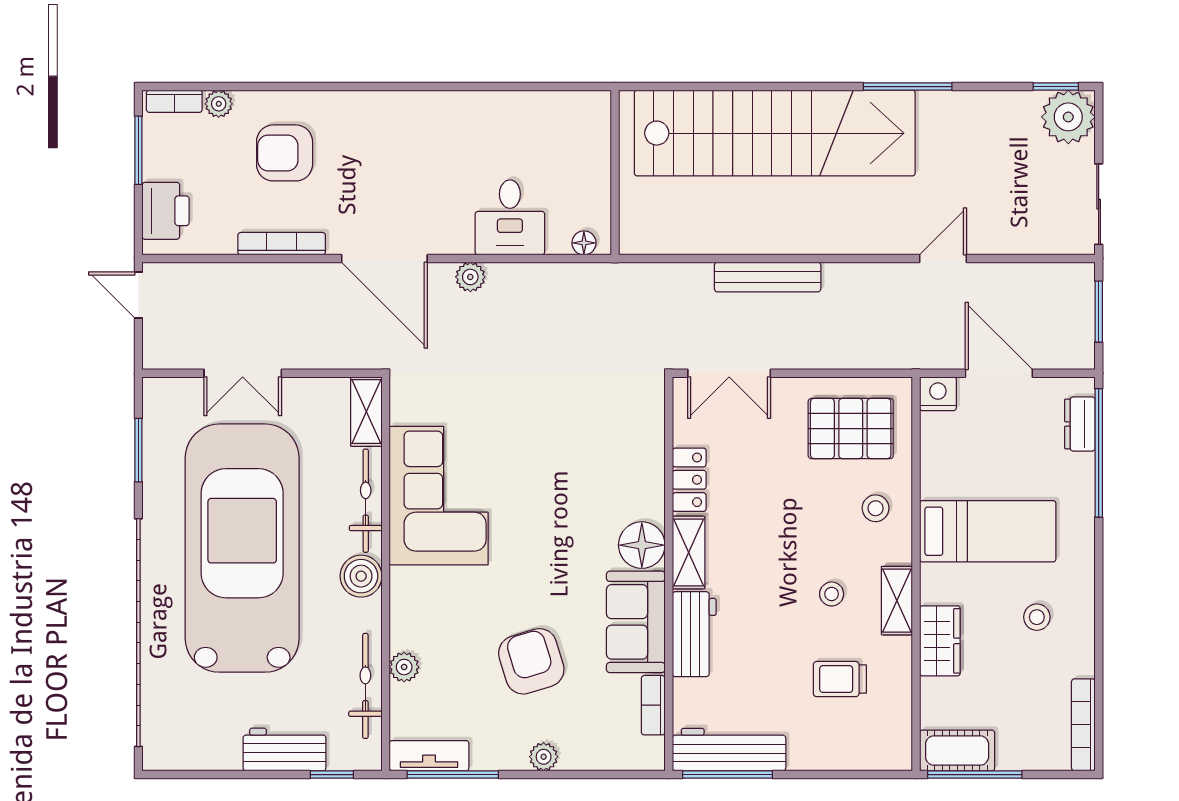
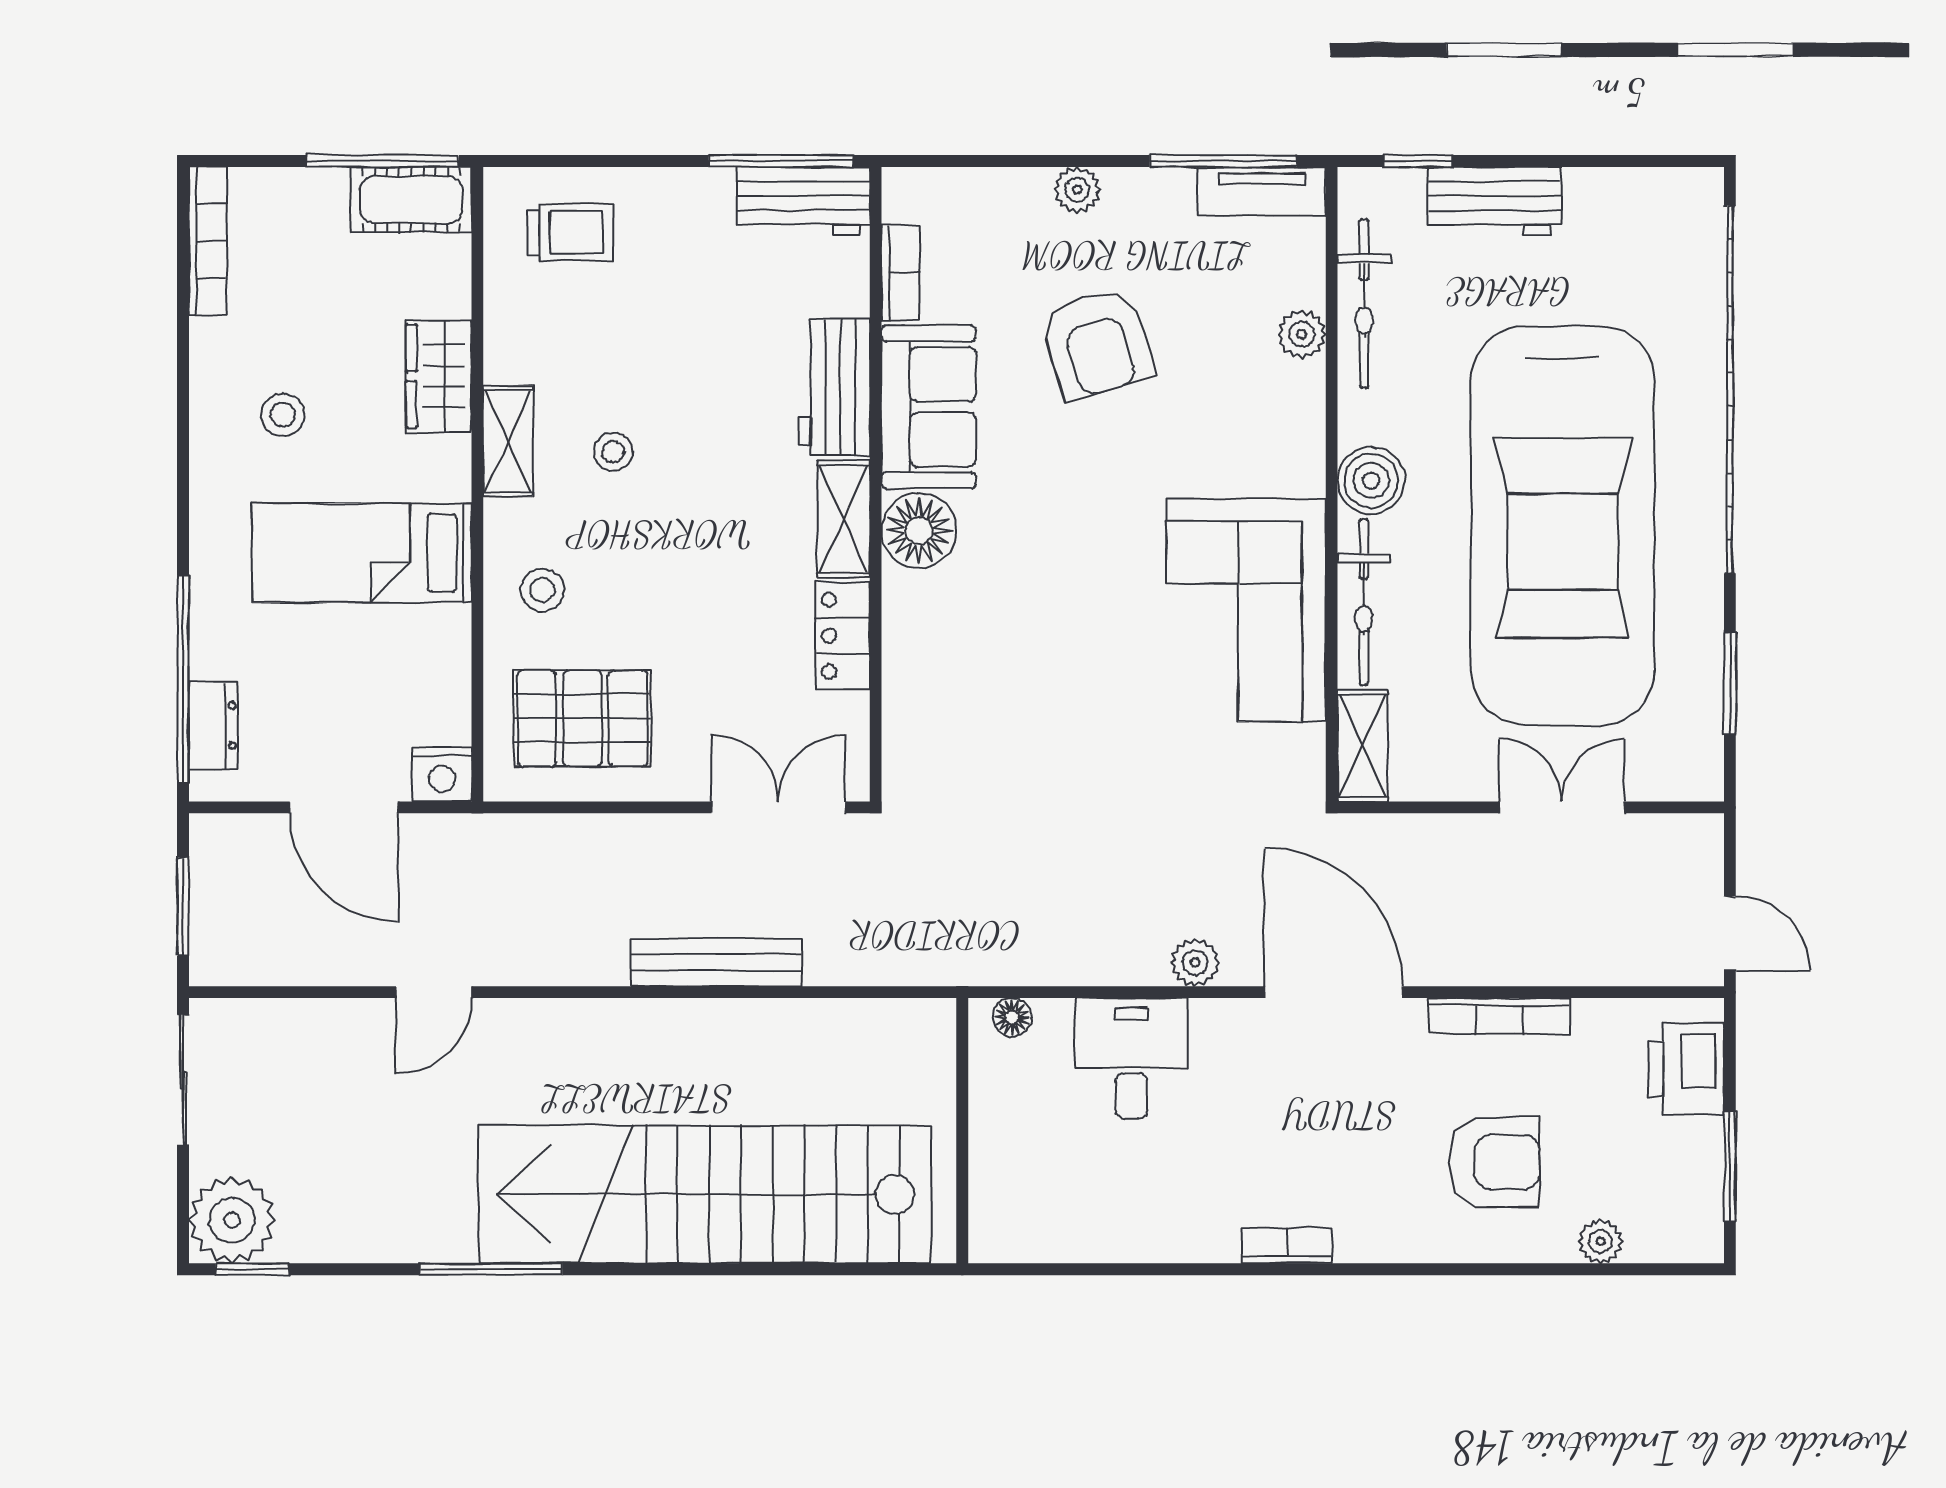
bookcase: (174, 101) -> (1287, 1245), moved
trolley: (840, 679) -> (570, 232), moved
workbench: (729, 750) -> (803, 201), width x0.73

